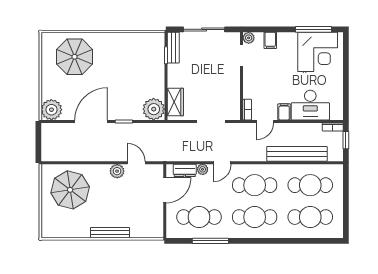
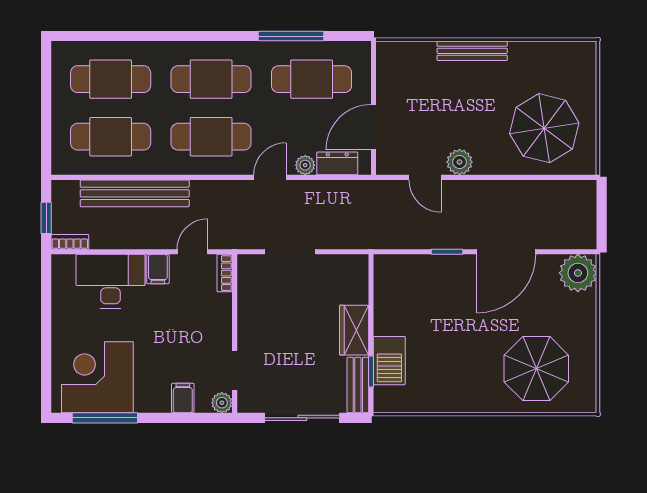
barbecue: (156, 61) -> (389, 361), added
wardrobe: (175, 102) -> (354, 330), moved
plant: (154, 109) -> (393, 274), removed

